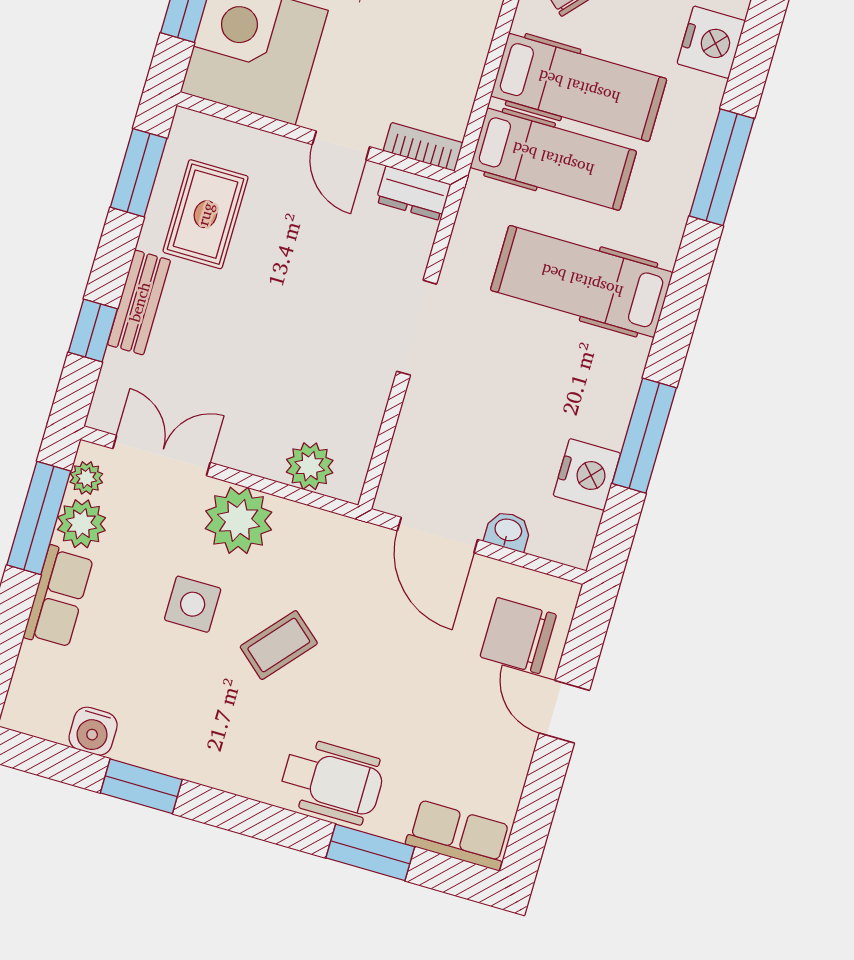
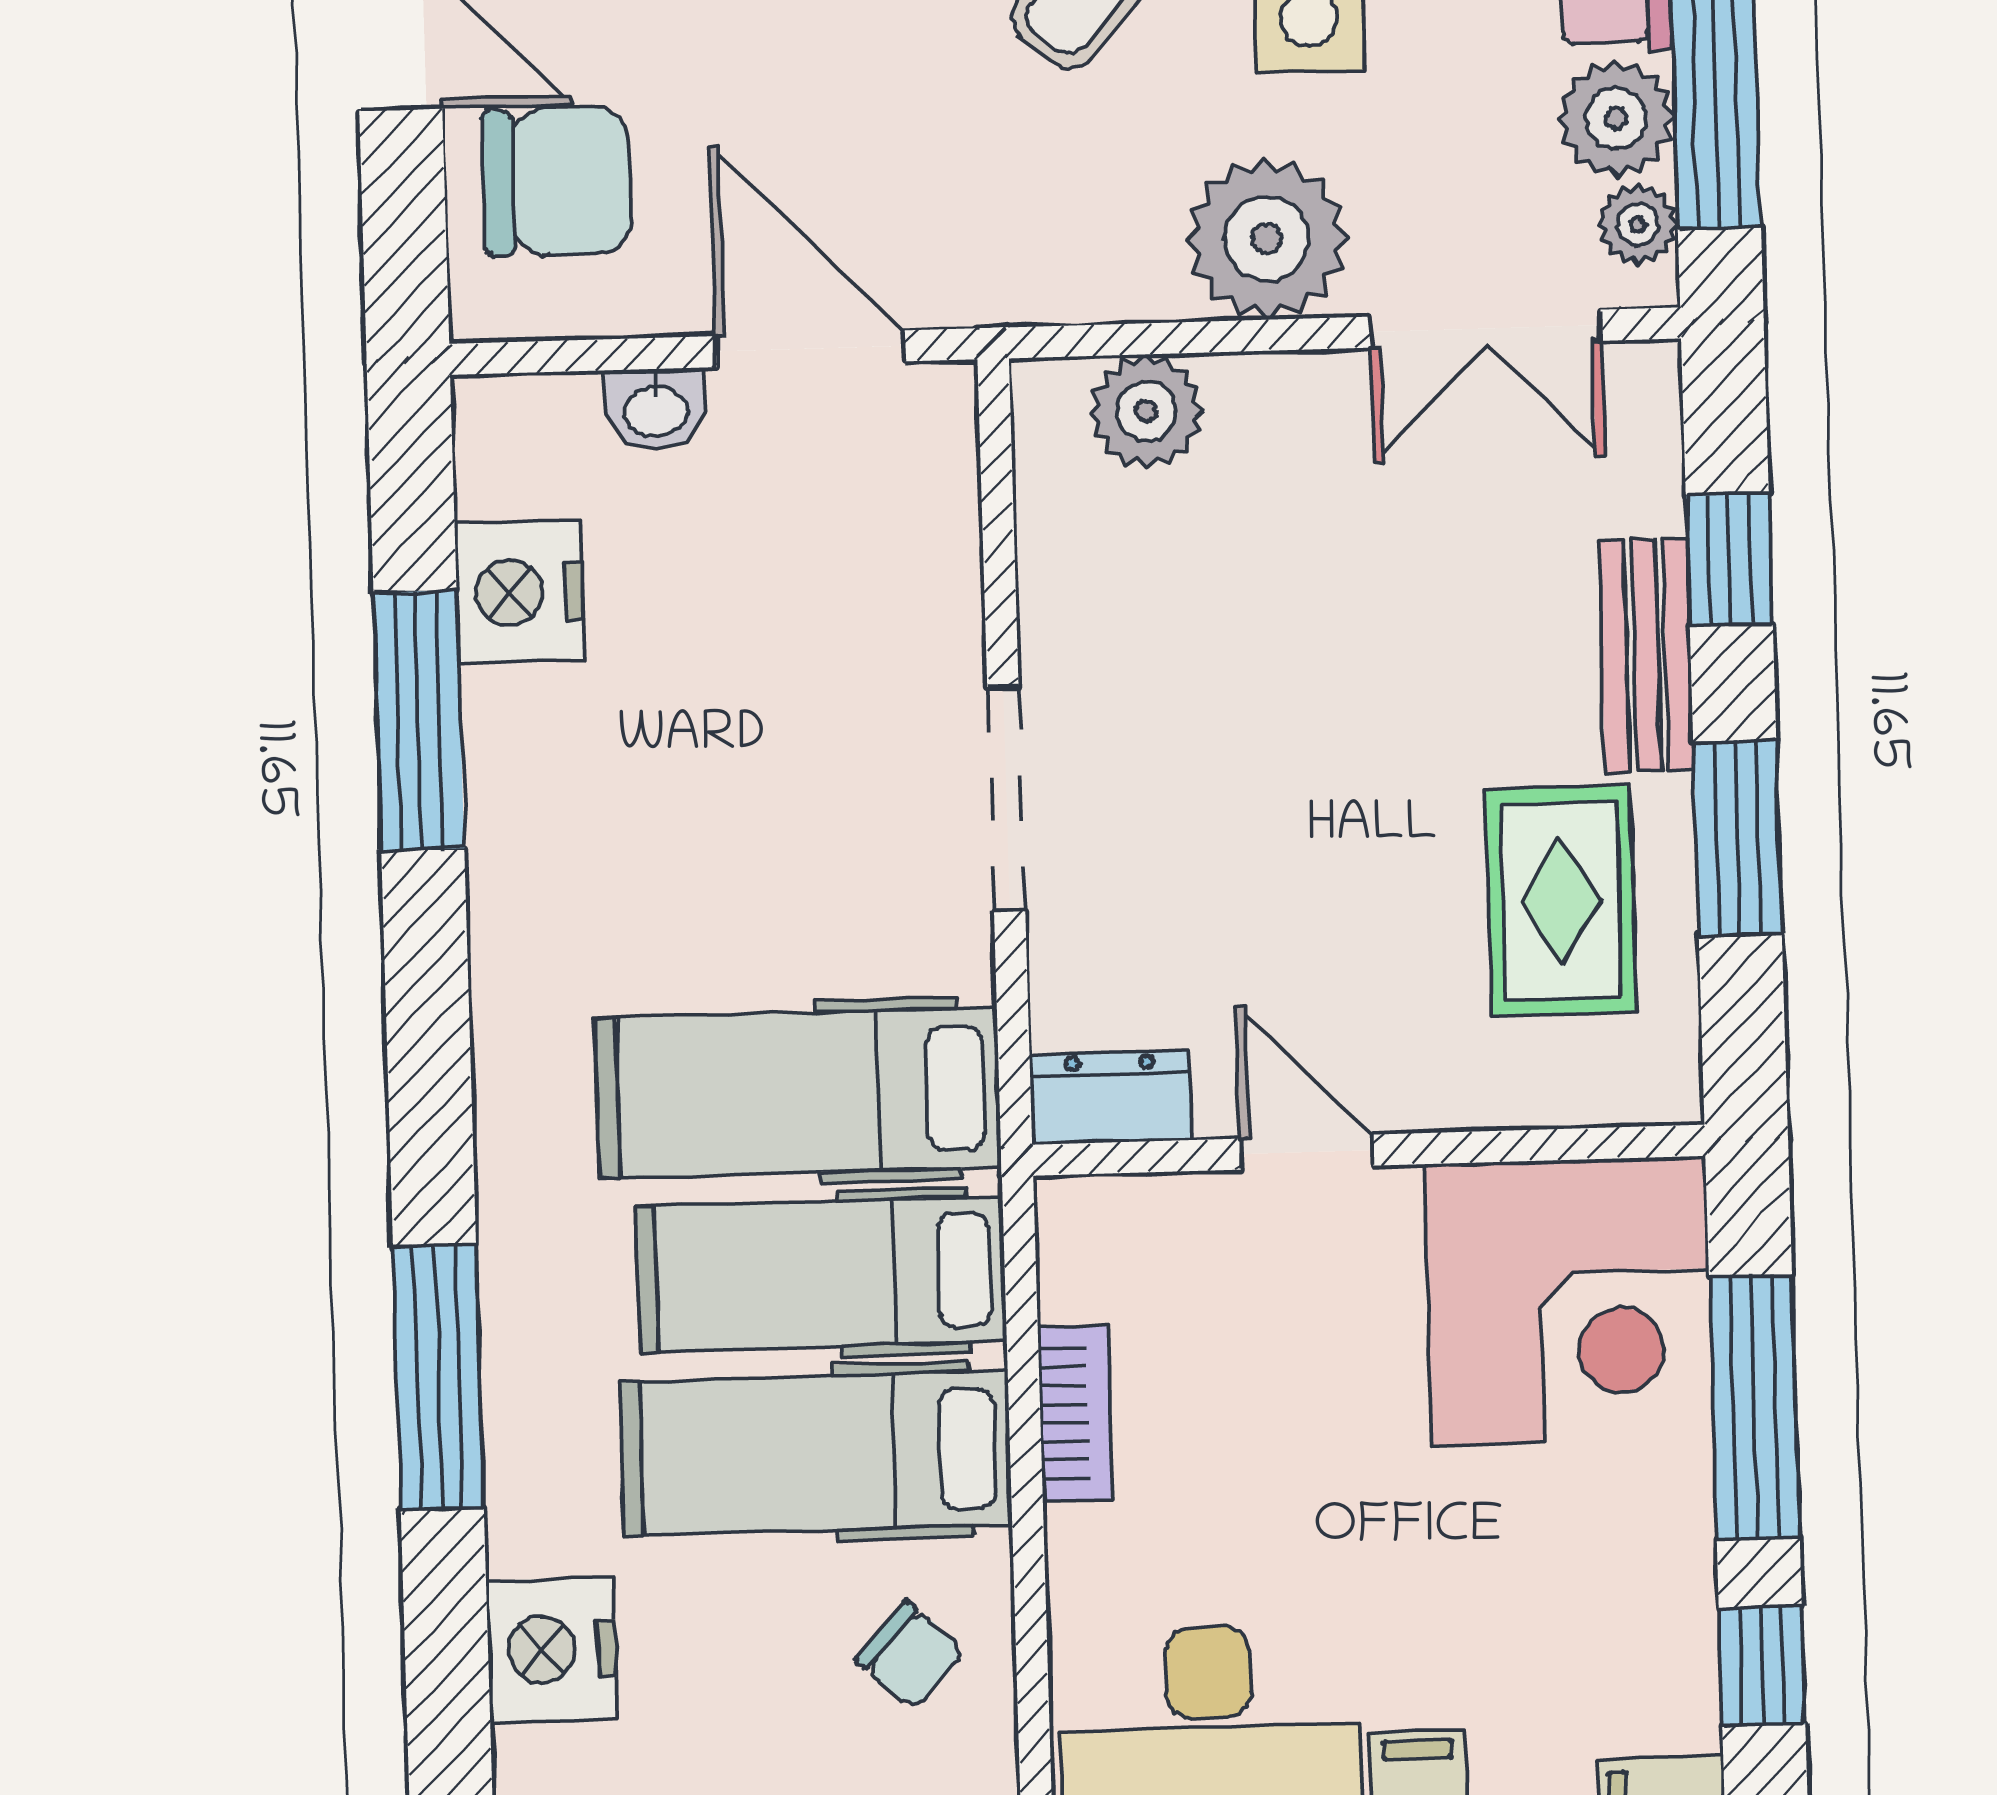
bookcase: (423, 147) -> (1075, 1413), moved, turned -90
window: (139, 173) -> (1737, 838), moved
hospital bed: (582, 281) -> (798, 1093), moved, turned 180

